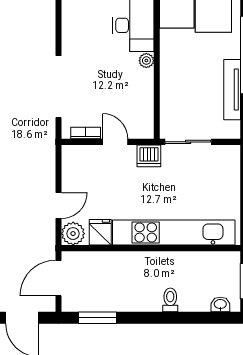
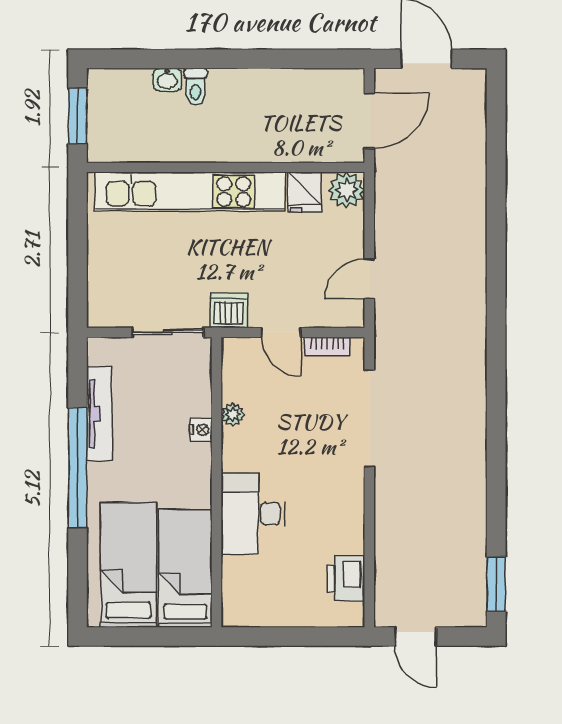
plant: (146, 61) -> (233, 415), moved
nightstand: (167, 79) -> (201, 430), added
door: (58, 206) -> (369, 279), moved
washbasin: (220, 304) -> (167, 80), moved
window: (97, 318) -> (309, 59), removed

